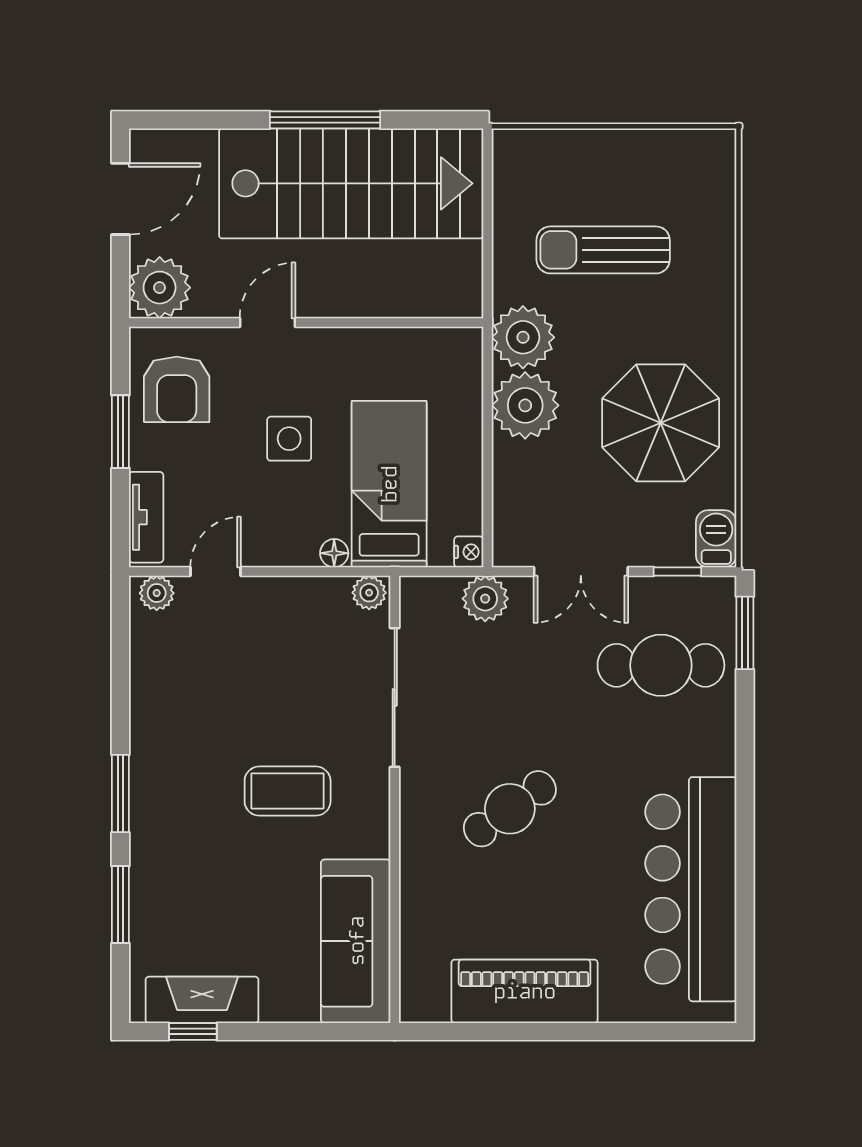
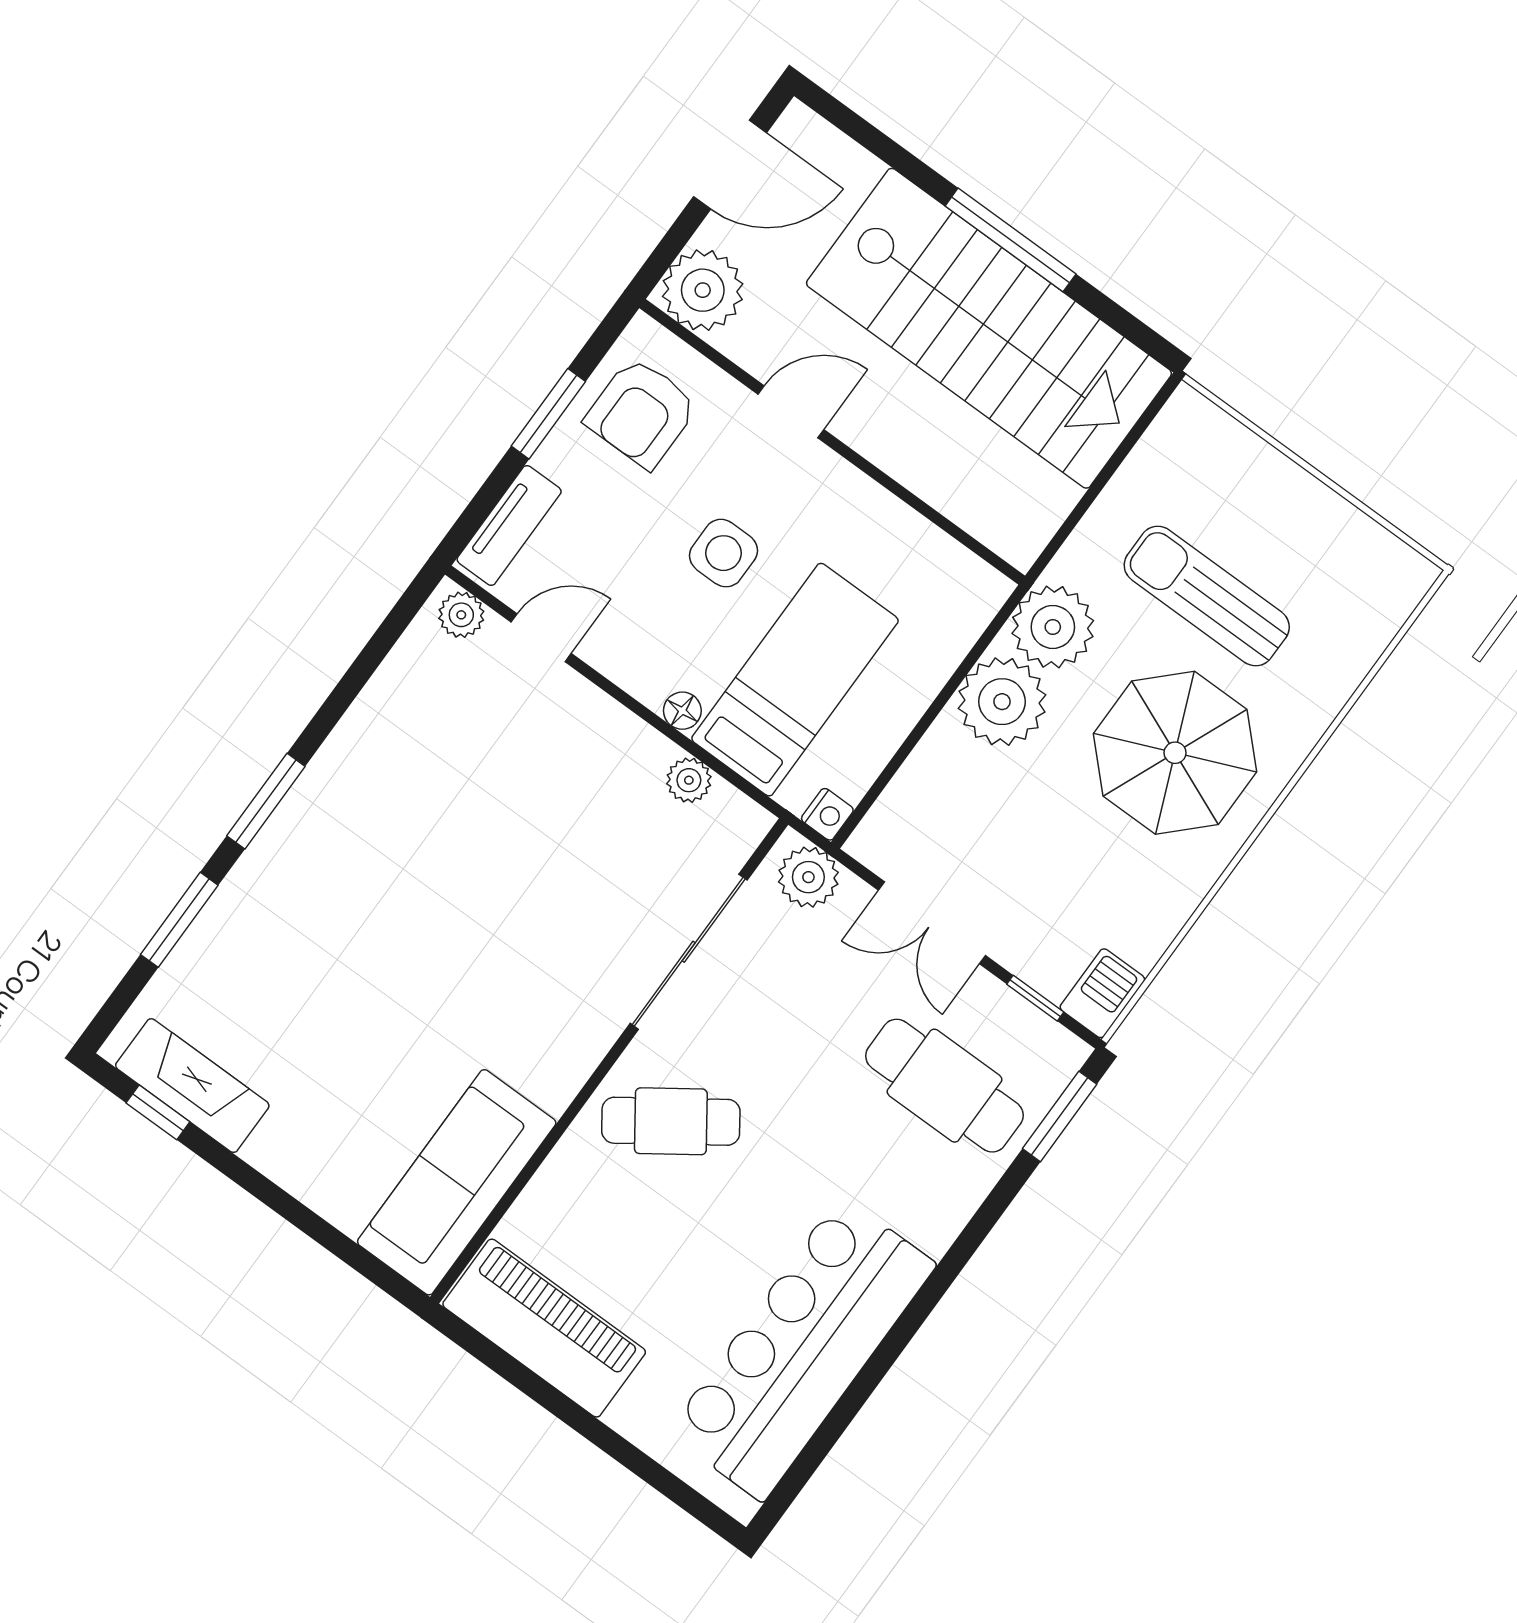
parasol: (661, 423) -> (1175, 753), moved
sliding door: (395, 697) -> (689, 952), moved
coffee table: (288, 791) -> (447, 929), removed
wall: (395, 799) -> (609, 1061), moved
sofa: (356, 941) -> (457, 1182), moved

